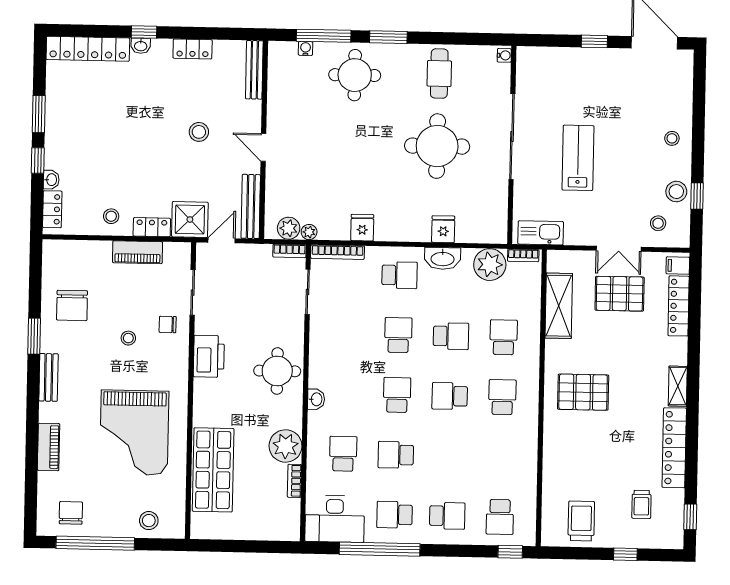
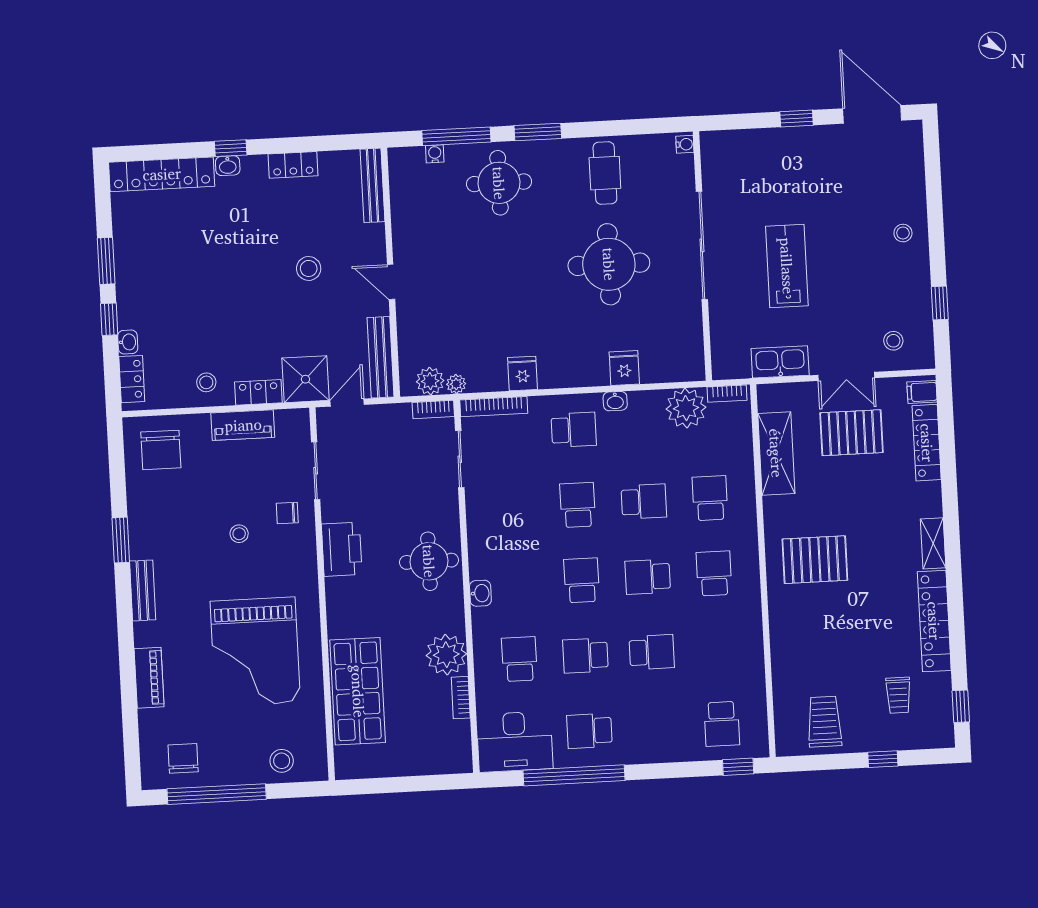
stool: (676, 192) -> (913, 299), removed
kitchen sink: (541, 233) -> (780, 362), moved
washbasin: (443, 258) -> (615, 401), width x0.52, depth x0.69
chair: (72, 305) -> (161, 450), moved
school desk: (447, 516) -> (652, 652), moved

